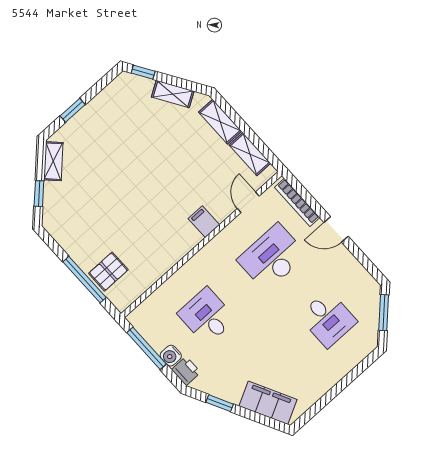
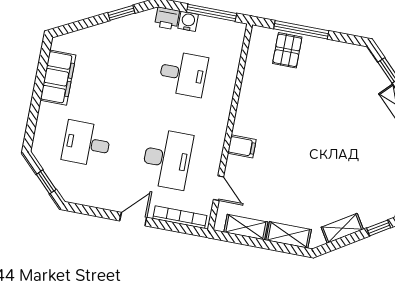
window: (384, 313) -> (46, 182), width x0.67
filing cabinet: (268, 403) -> (58, 78), moved, turned -63

